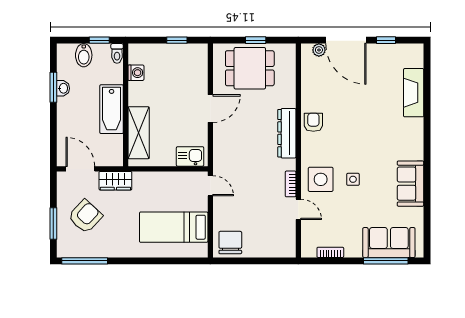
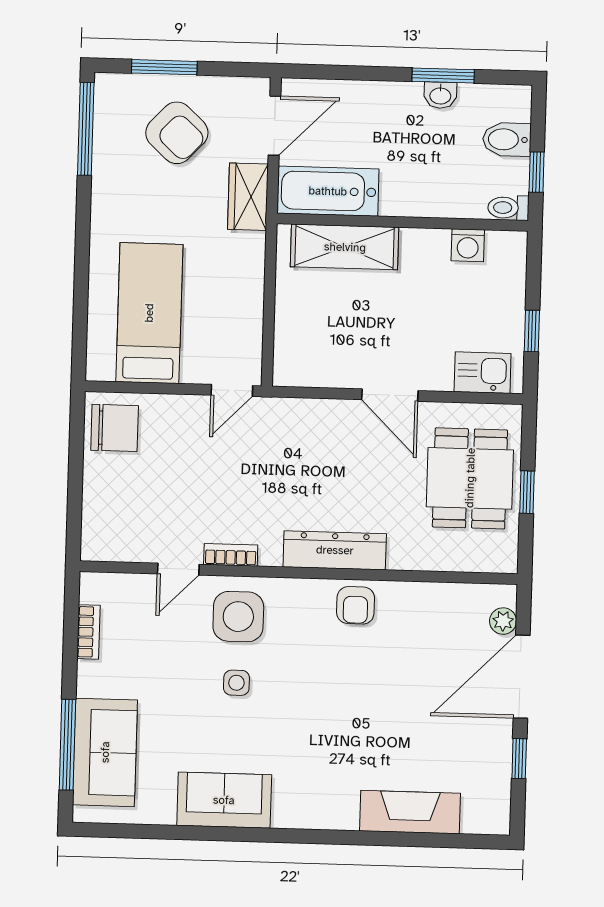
bathtub: (112, 109) -> (328, 191), moved
armchair: (313, 122) -> (356, 605), turned 90
kitchen sink: (190, 156) -> (483, 373), moved, turned -90

